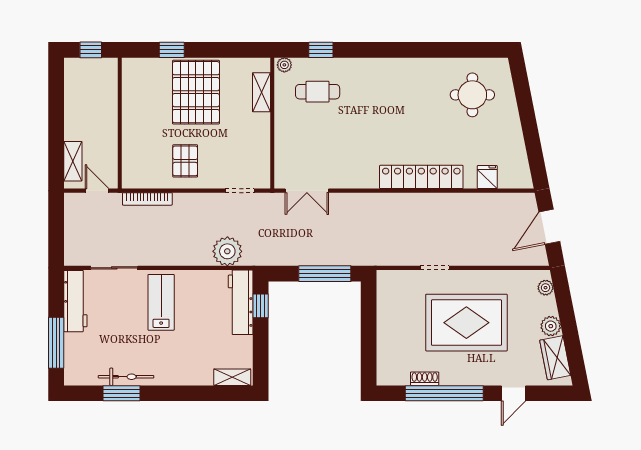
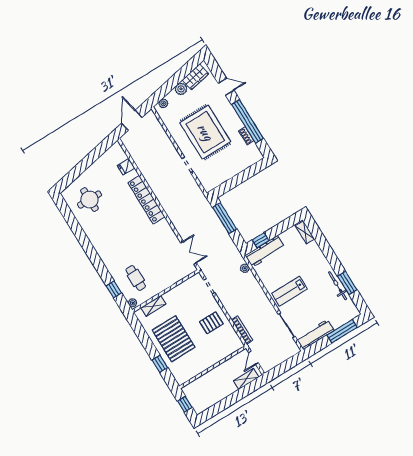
pallet: (196, 92) -> (174, 339), turned 90
door: (549, 227) -> (132, 120), swing flipped
plant: (227, 251) -> (245, 268), width x0.53, depth x0.53

